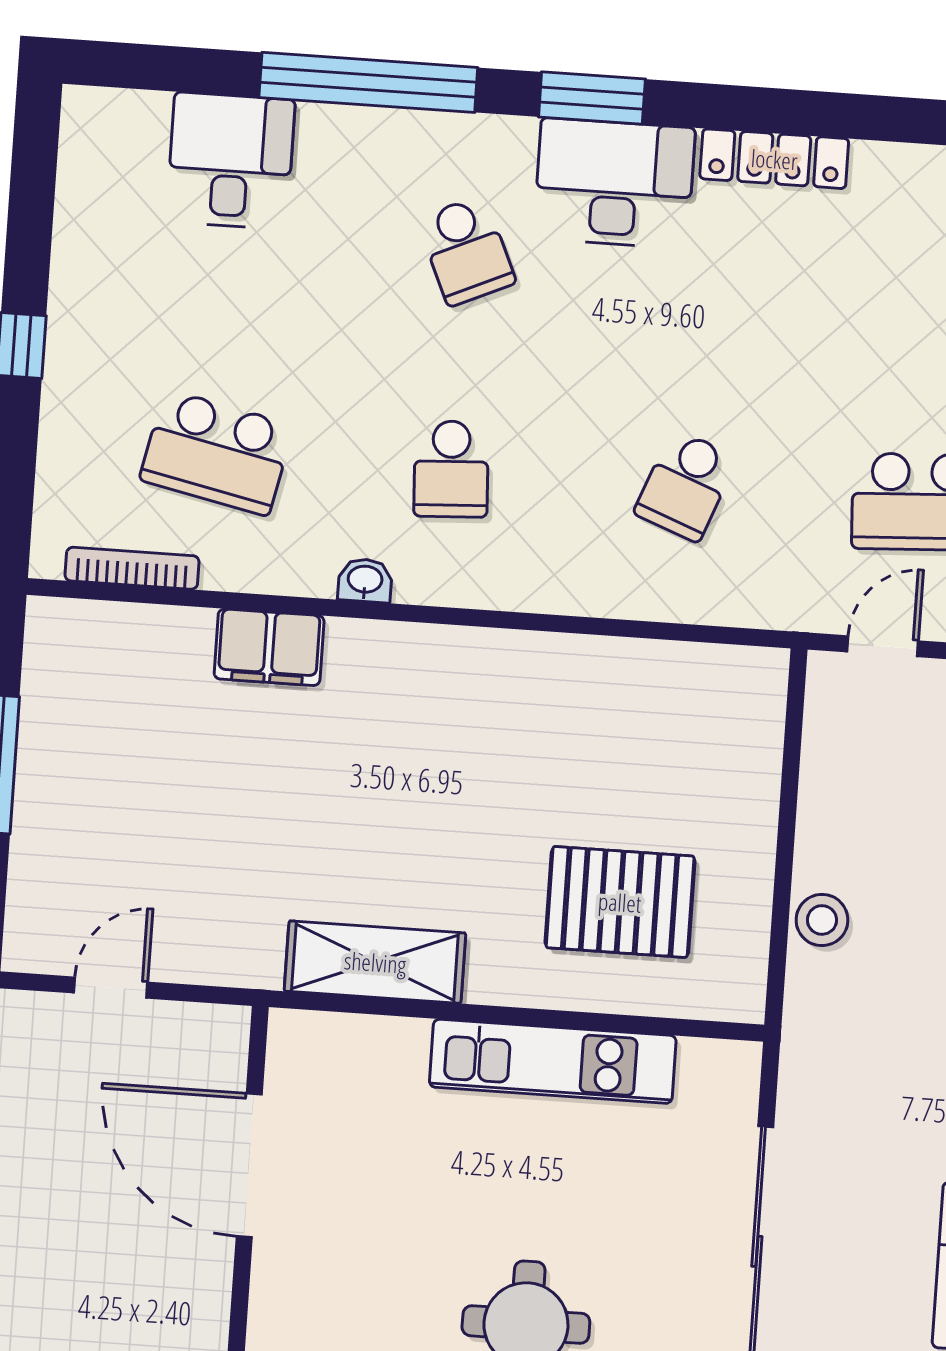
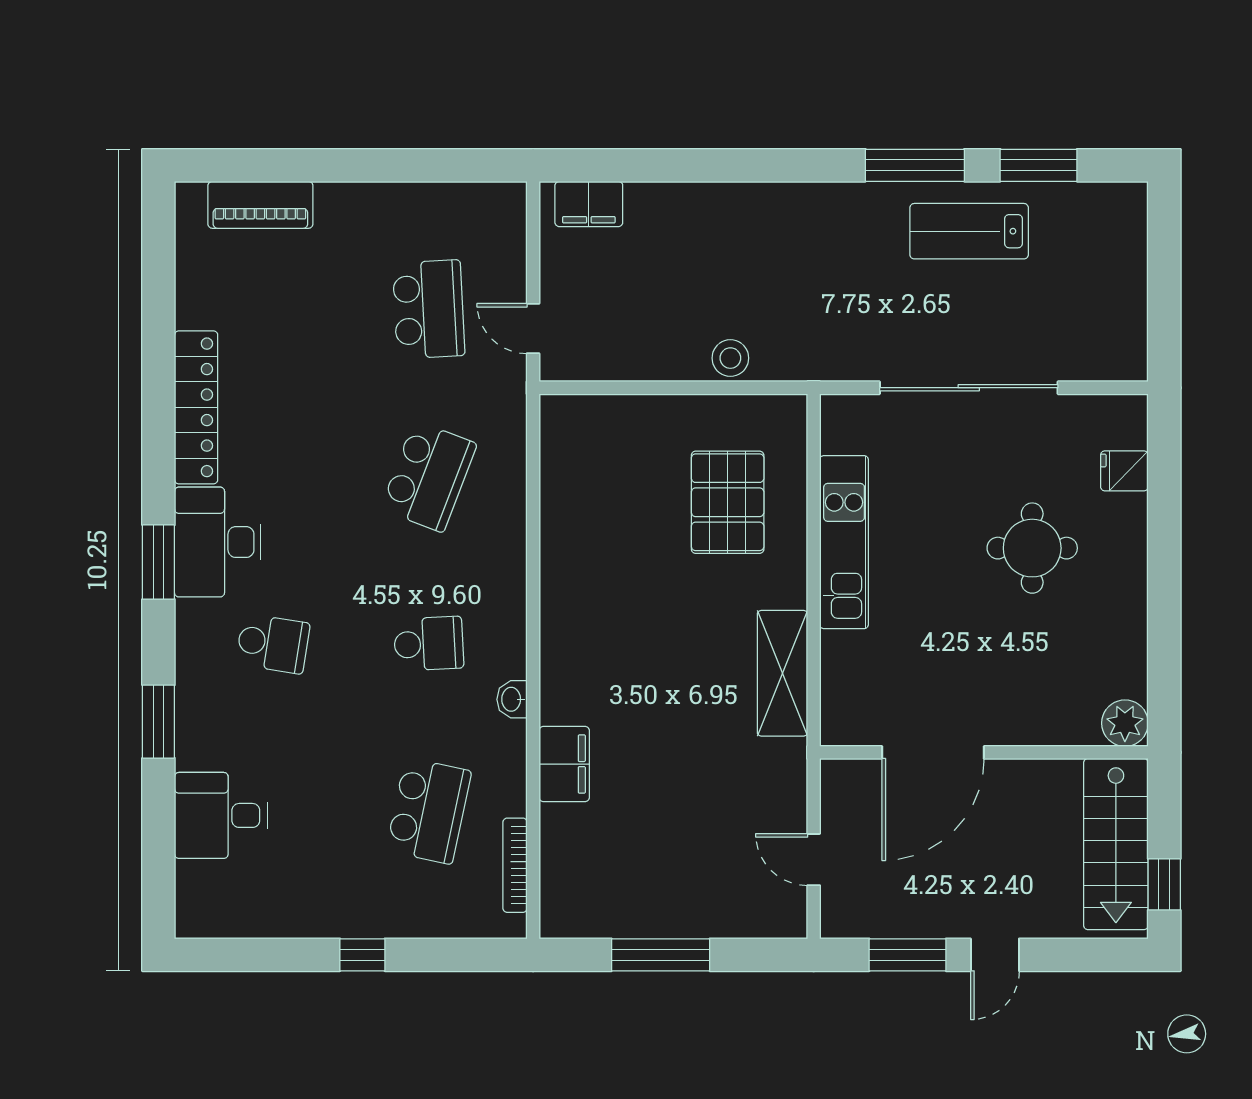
window: (368, 82) -> (158, 722), width x0.47
locker: (774, 159) -> (196, 407), width x1.41, depth x1.21
school desk: (466, 251) -> (273, 644), turned 33
school desk: (686, 485) -> (429, 476), width x1.85

